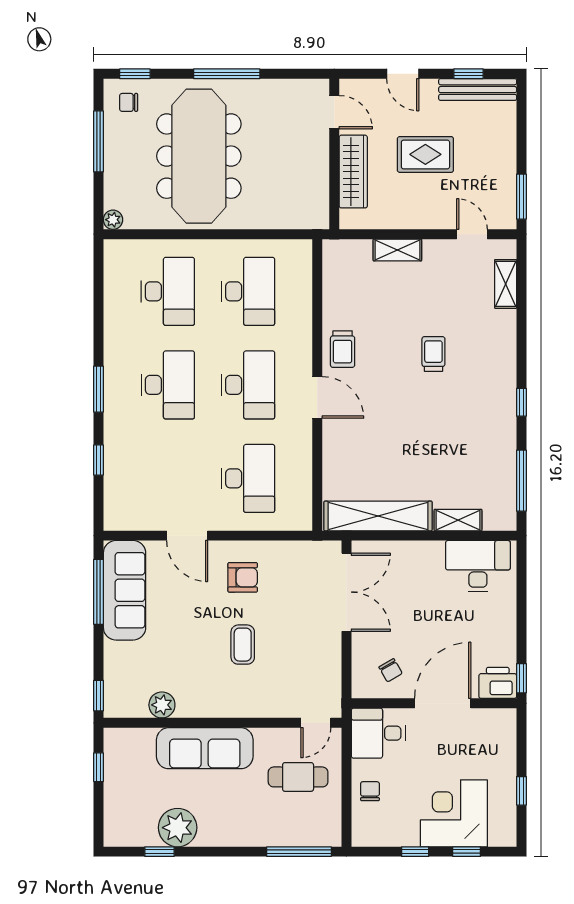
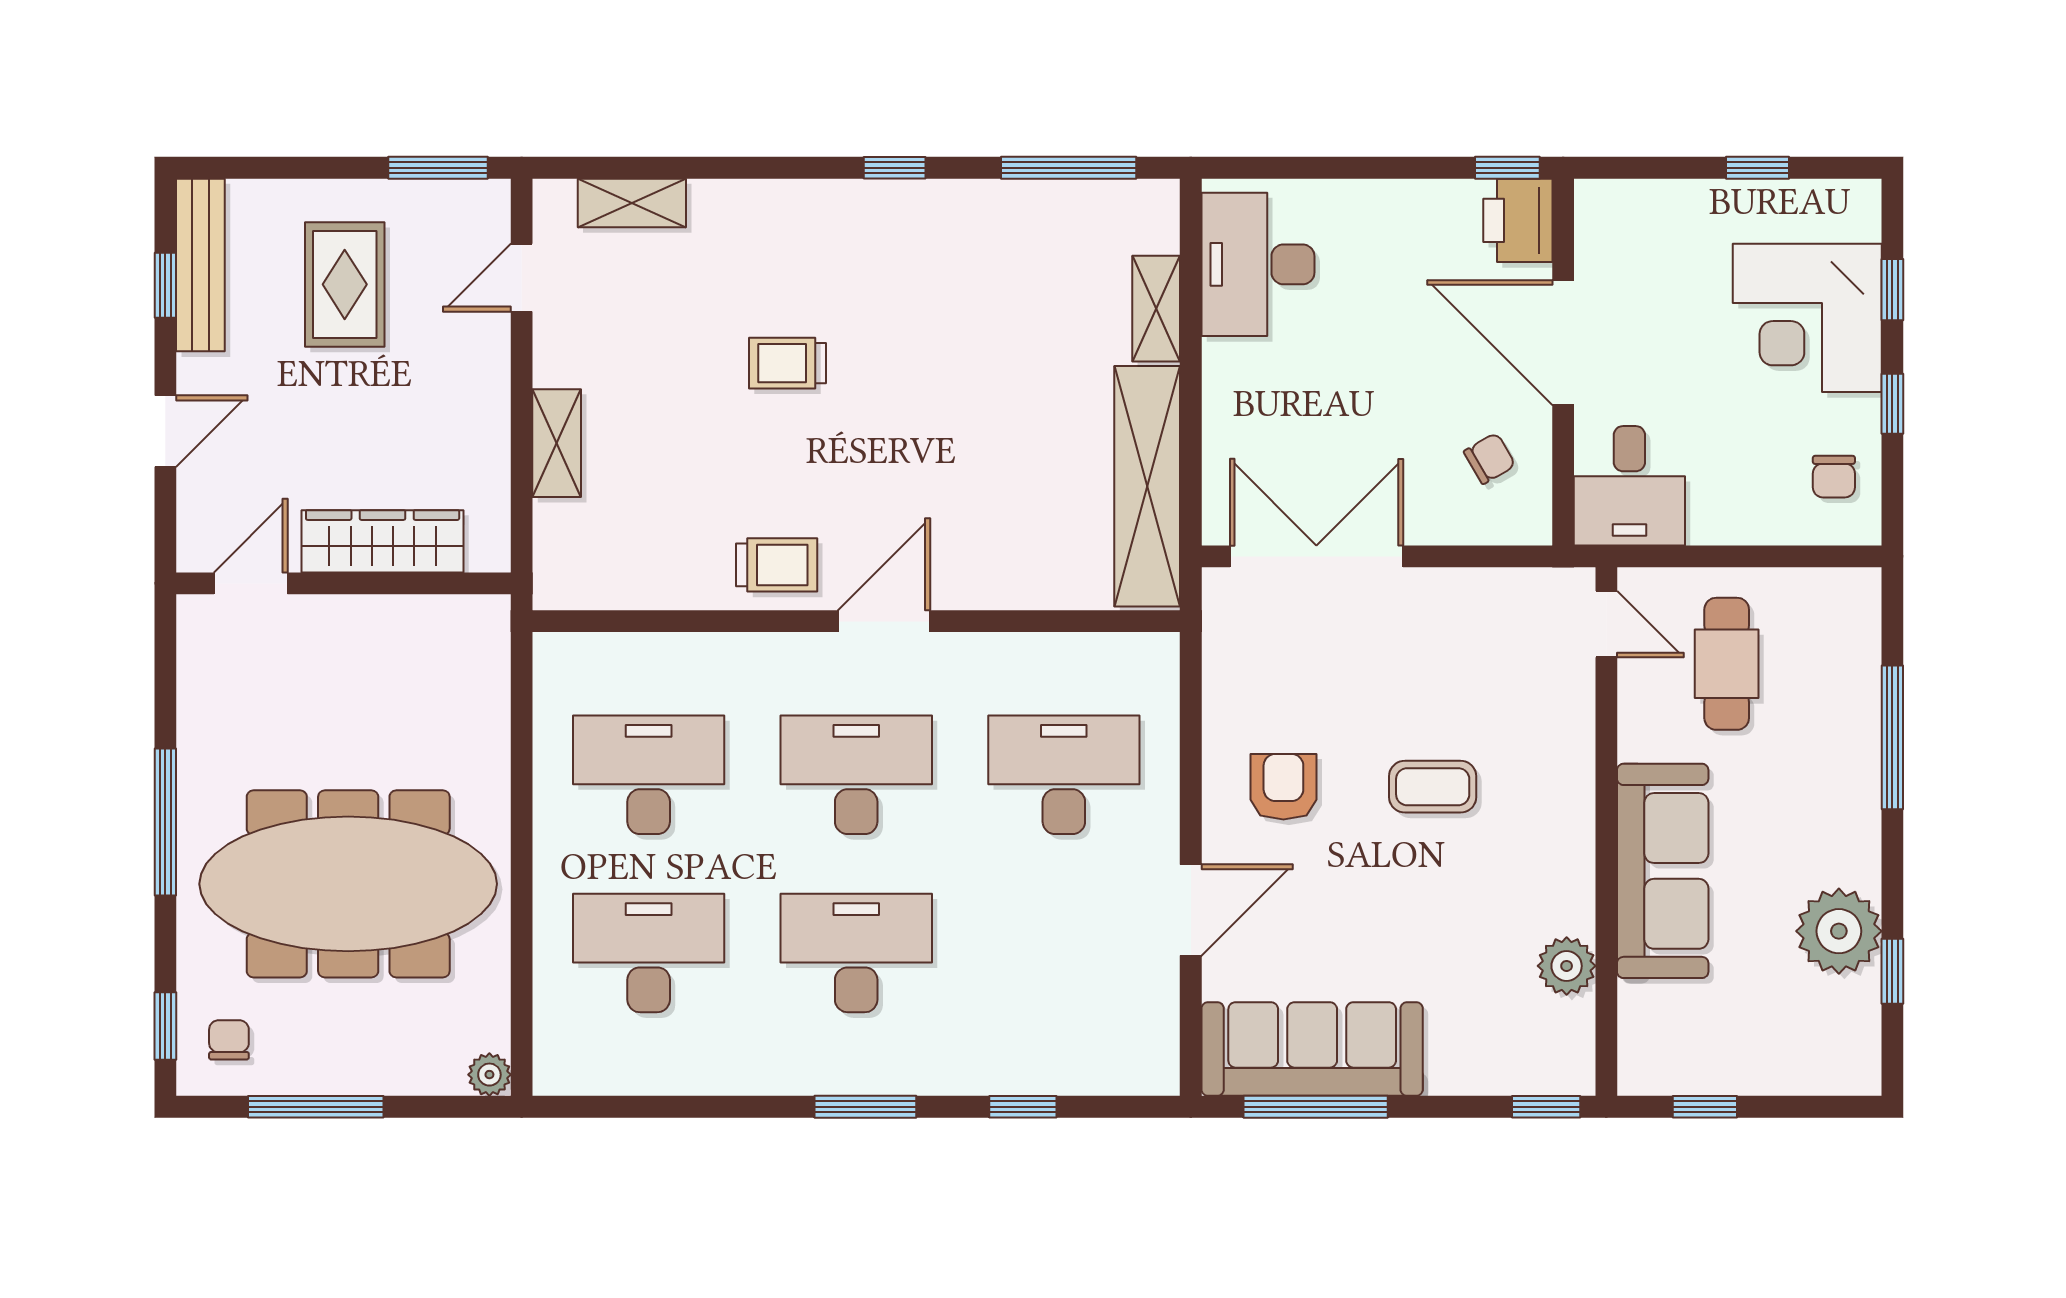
chair: (129, 102) -> (229, 1040), turned 180
rug: (425, 154) -> (345, 284), moved
chair: (370, 791) -> (1834, 477), moved, turned -90
window: (299, 852) -> (1892, 737), moved

